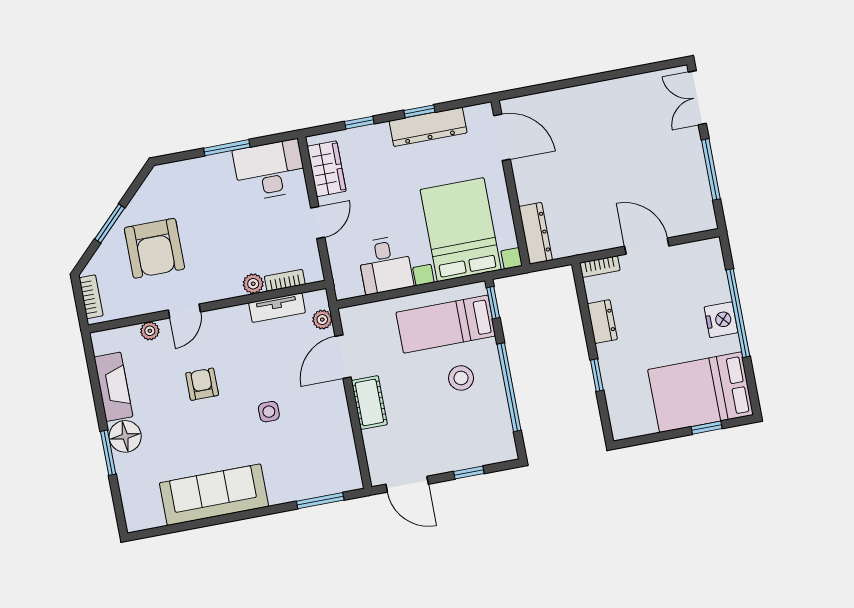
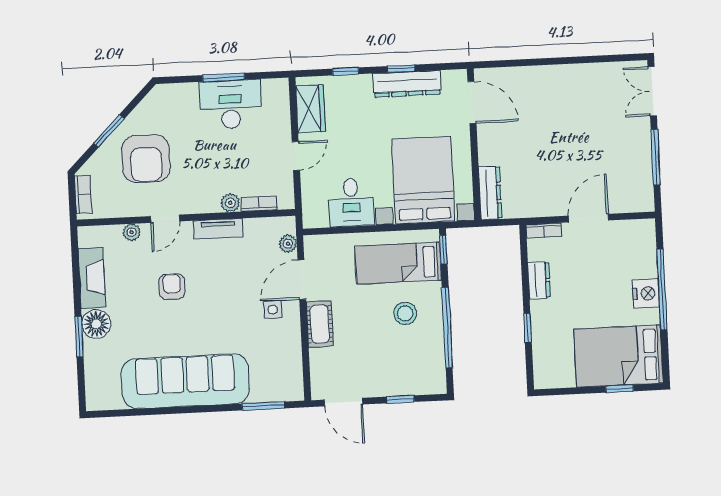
desk: (270, 170) -> (231, 104), moved
door: (647, 246) -> (588, 218), hinge flipped
tv unit: (277, 308) -> (218, 229), moved
side table: (269, 412) -> (273, 310), moved
sofa: (214, 495) -> (185, 381), width x1.36, depth x1.27

